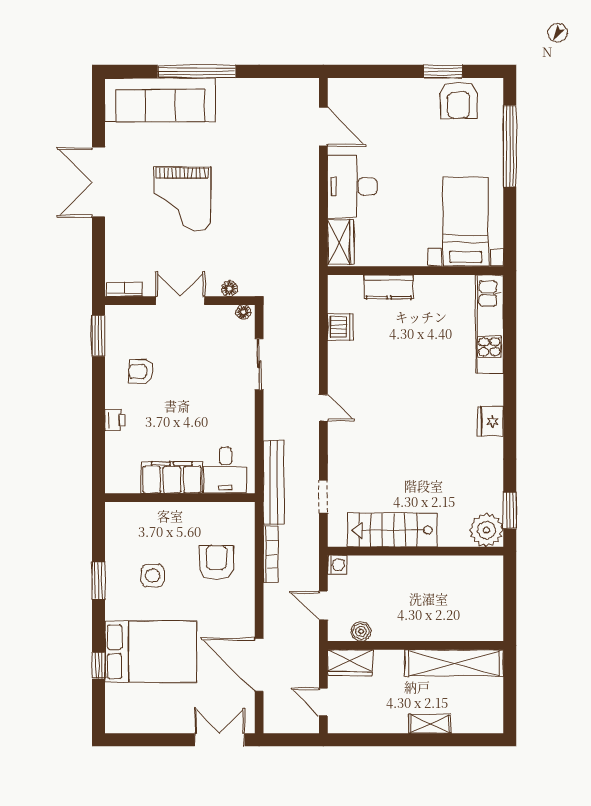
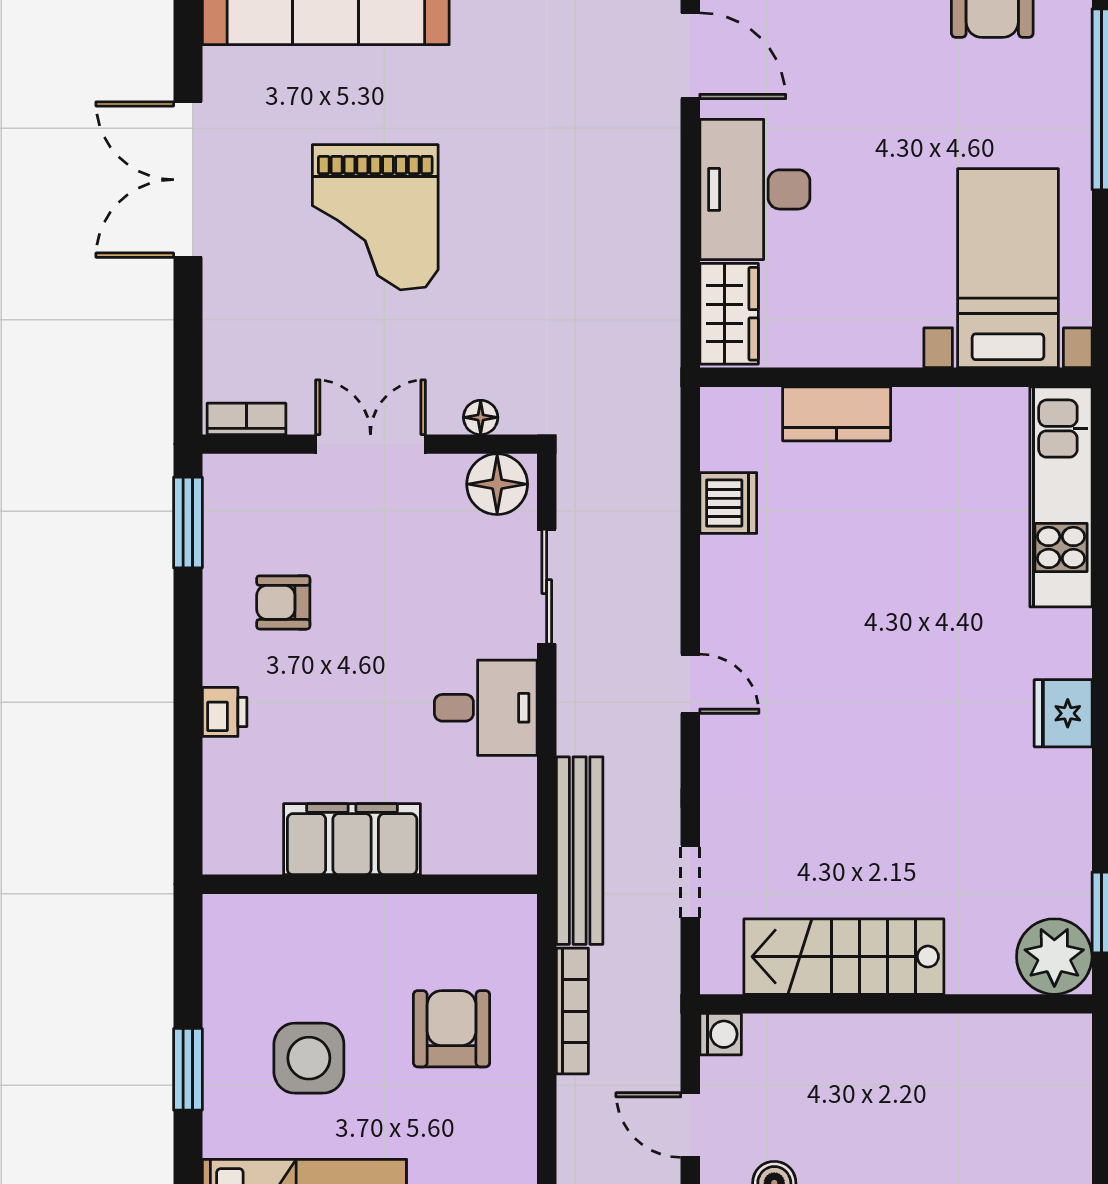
floor lamp: (243, 312) -> (497, 484), width x1.89, depth x1.89
desk: (226, 470) -> (486, 708), moved, turned -90
side table: (153, 576) -> (309, 1058), width x1.37, depth x1.37

